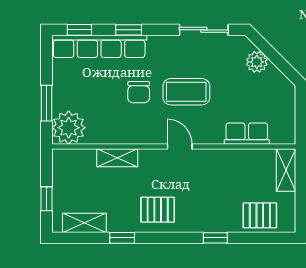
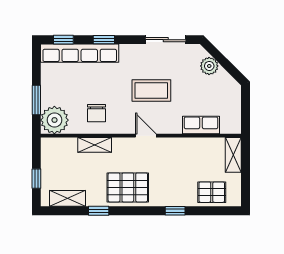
chair: (139, 92) -> (97, 113), moved
pallet: (158, 210) -> (128, 187), width x1.50, depth x1.42

